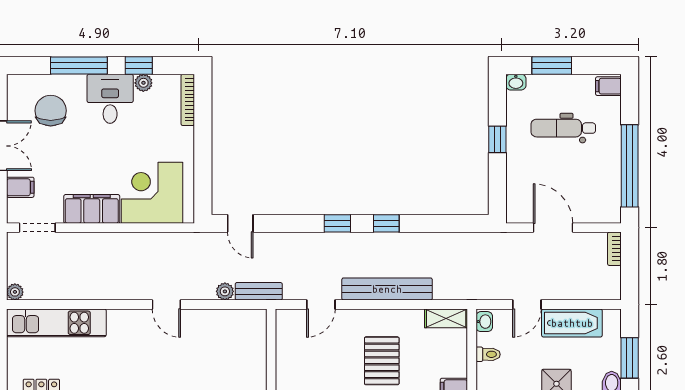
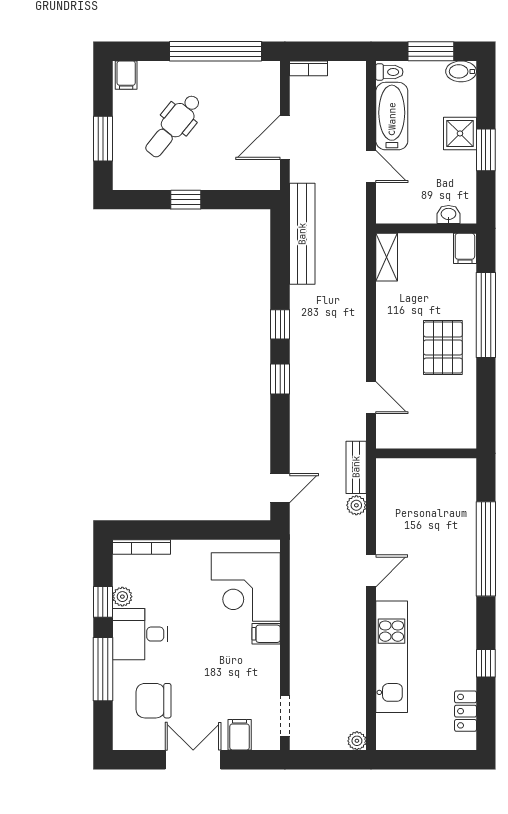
washbasin: (516, 82) -> (122, 179), removed
dental chair: (563, 128) -> (173, 126), turned 39
filing cabinet: (92, 209) -> (266, 634), width x0.33, depth x0.86
bench: (387, 289) -> (302, 234), moved
washbasin: (484, 322) -> (448, 214), moved
kitchen unit: (56, 323) -> (392, 657), moved
toilet: (488, 354) -> (389, 72), moved, turned 90
pallet: (382, 361) -> (443, 348), moved, turned 90

